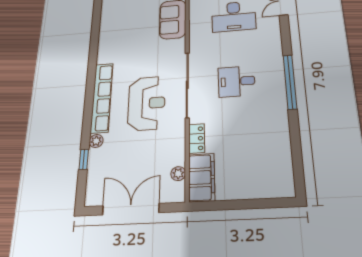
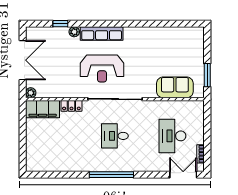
desk: (237, 81) -> (115, 136), turned -90
row of seats: (102, 98) -> (102, 34), width x0.73
plant: (178, 174) -> (31, 93), moved

